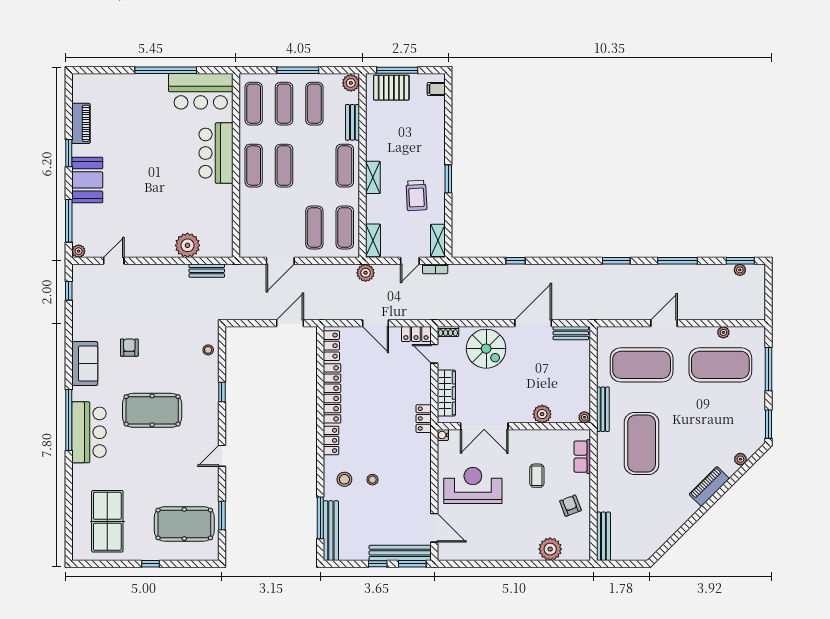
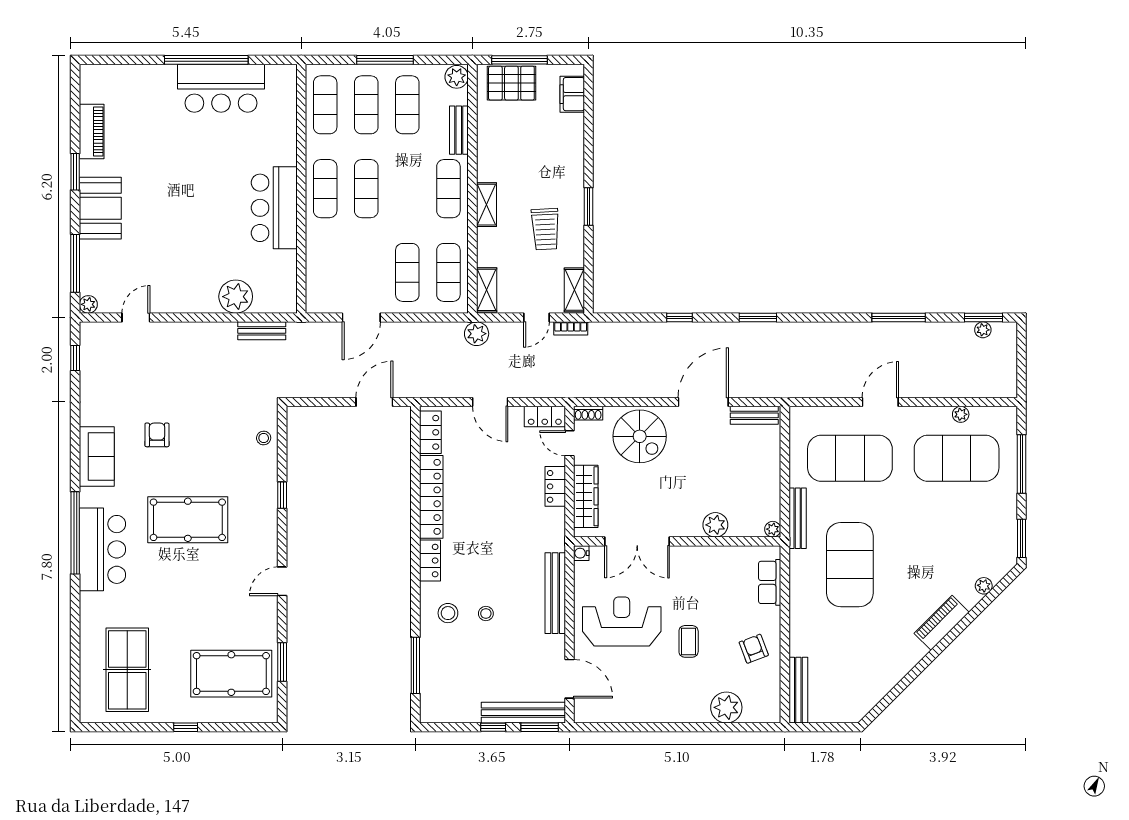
filing cabinet: (436, 89) -> (572, 94), width x2.00
bar counter: (201, 91) -> (221, 88), moved
bar counter: (216, 153) -> (274, 208), moved
window: (616, 261) -> (758, 317), moved
locker: (424, 419) -> (555, 486), moved
coffee table: (537, 476) -> (689, 641), moved
bench: (331, 531) -> (555, 593), moved

